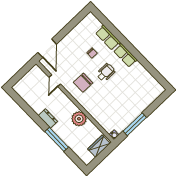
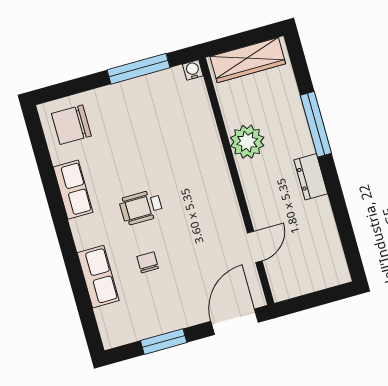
window: (70, 26) -> (164, 342), added
row of seats: (125, 55) -> (73, 190), moved
chair: (83, 83) -> (71, 125), moved, turned 180
wardrobe: (99, 146) -> (248, 60), width x1.50

